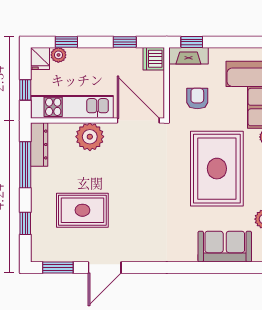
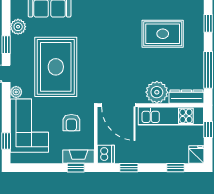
plant: (58, 55) -> (182, 157), removed
dresser: (39, 145) -> (186, 97), moved, turned 90

